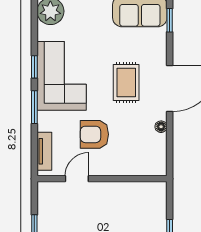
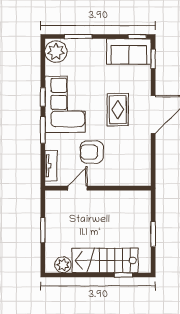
floor lamp: (161, 127) -> (146, 146), removed

